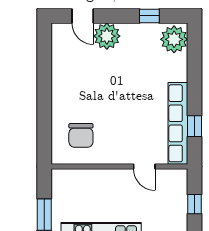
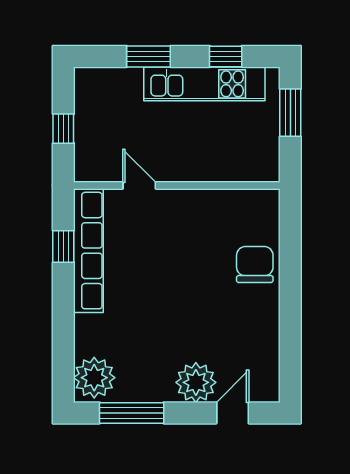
door: (83, 16) -> (233, 413), hinge flipped
window: (149, 16) -> (132, 413), width x2.17
chair: (81, 135) -> (255, 264), moved

